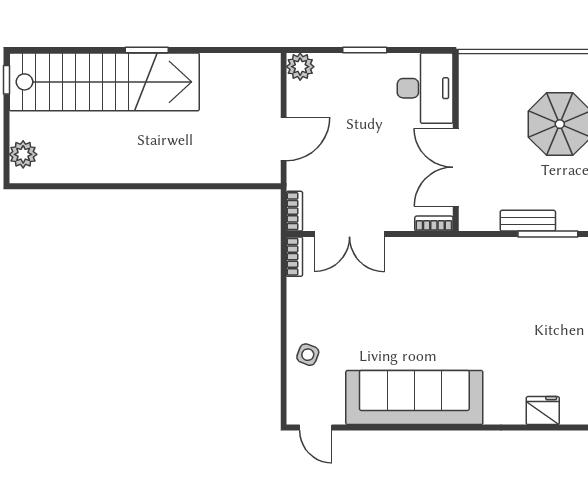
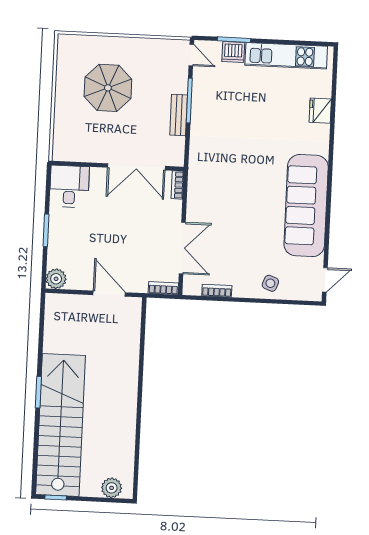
desk: (425, 88) -> (69, 186), width x0.73
bookcase: (294, 257) -> (217, 291), moved

